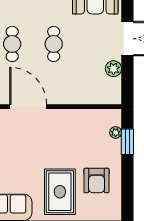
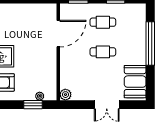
plant: (113, 69) -> (65, 95), moved

